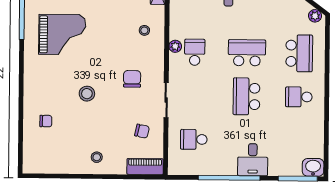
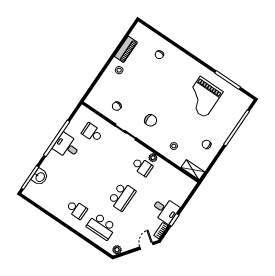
stool: (87, 94) -> (159, 89), removed
school desk: (246, 96) -> (97, 180), removed
school desk: (299, 97) -> (77, 209), turned 90
school desk: (194, 139) -> (92, 133), turned -90
desk: (253, 160) -> (67, 146), moved
piano: (145, 167) -> (126, 49), moved
washbasin: (313, 167) -> (40, 177), moved

